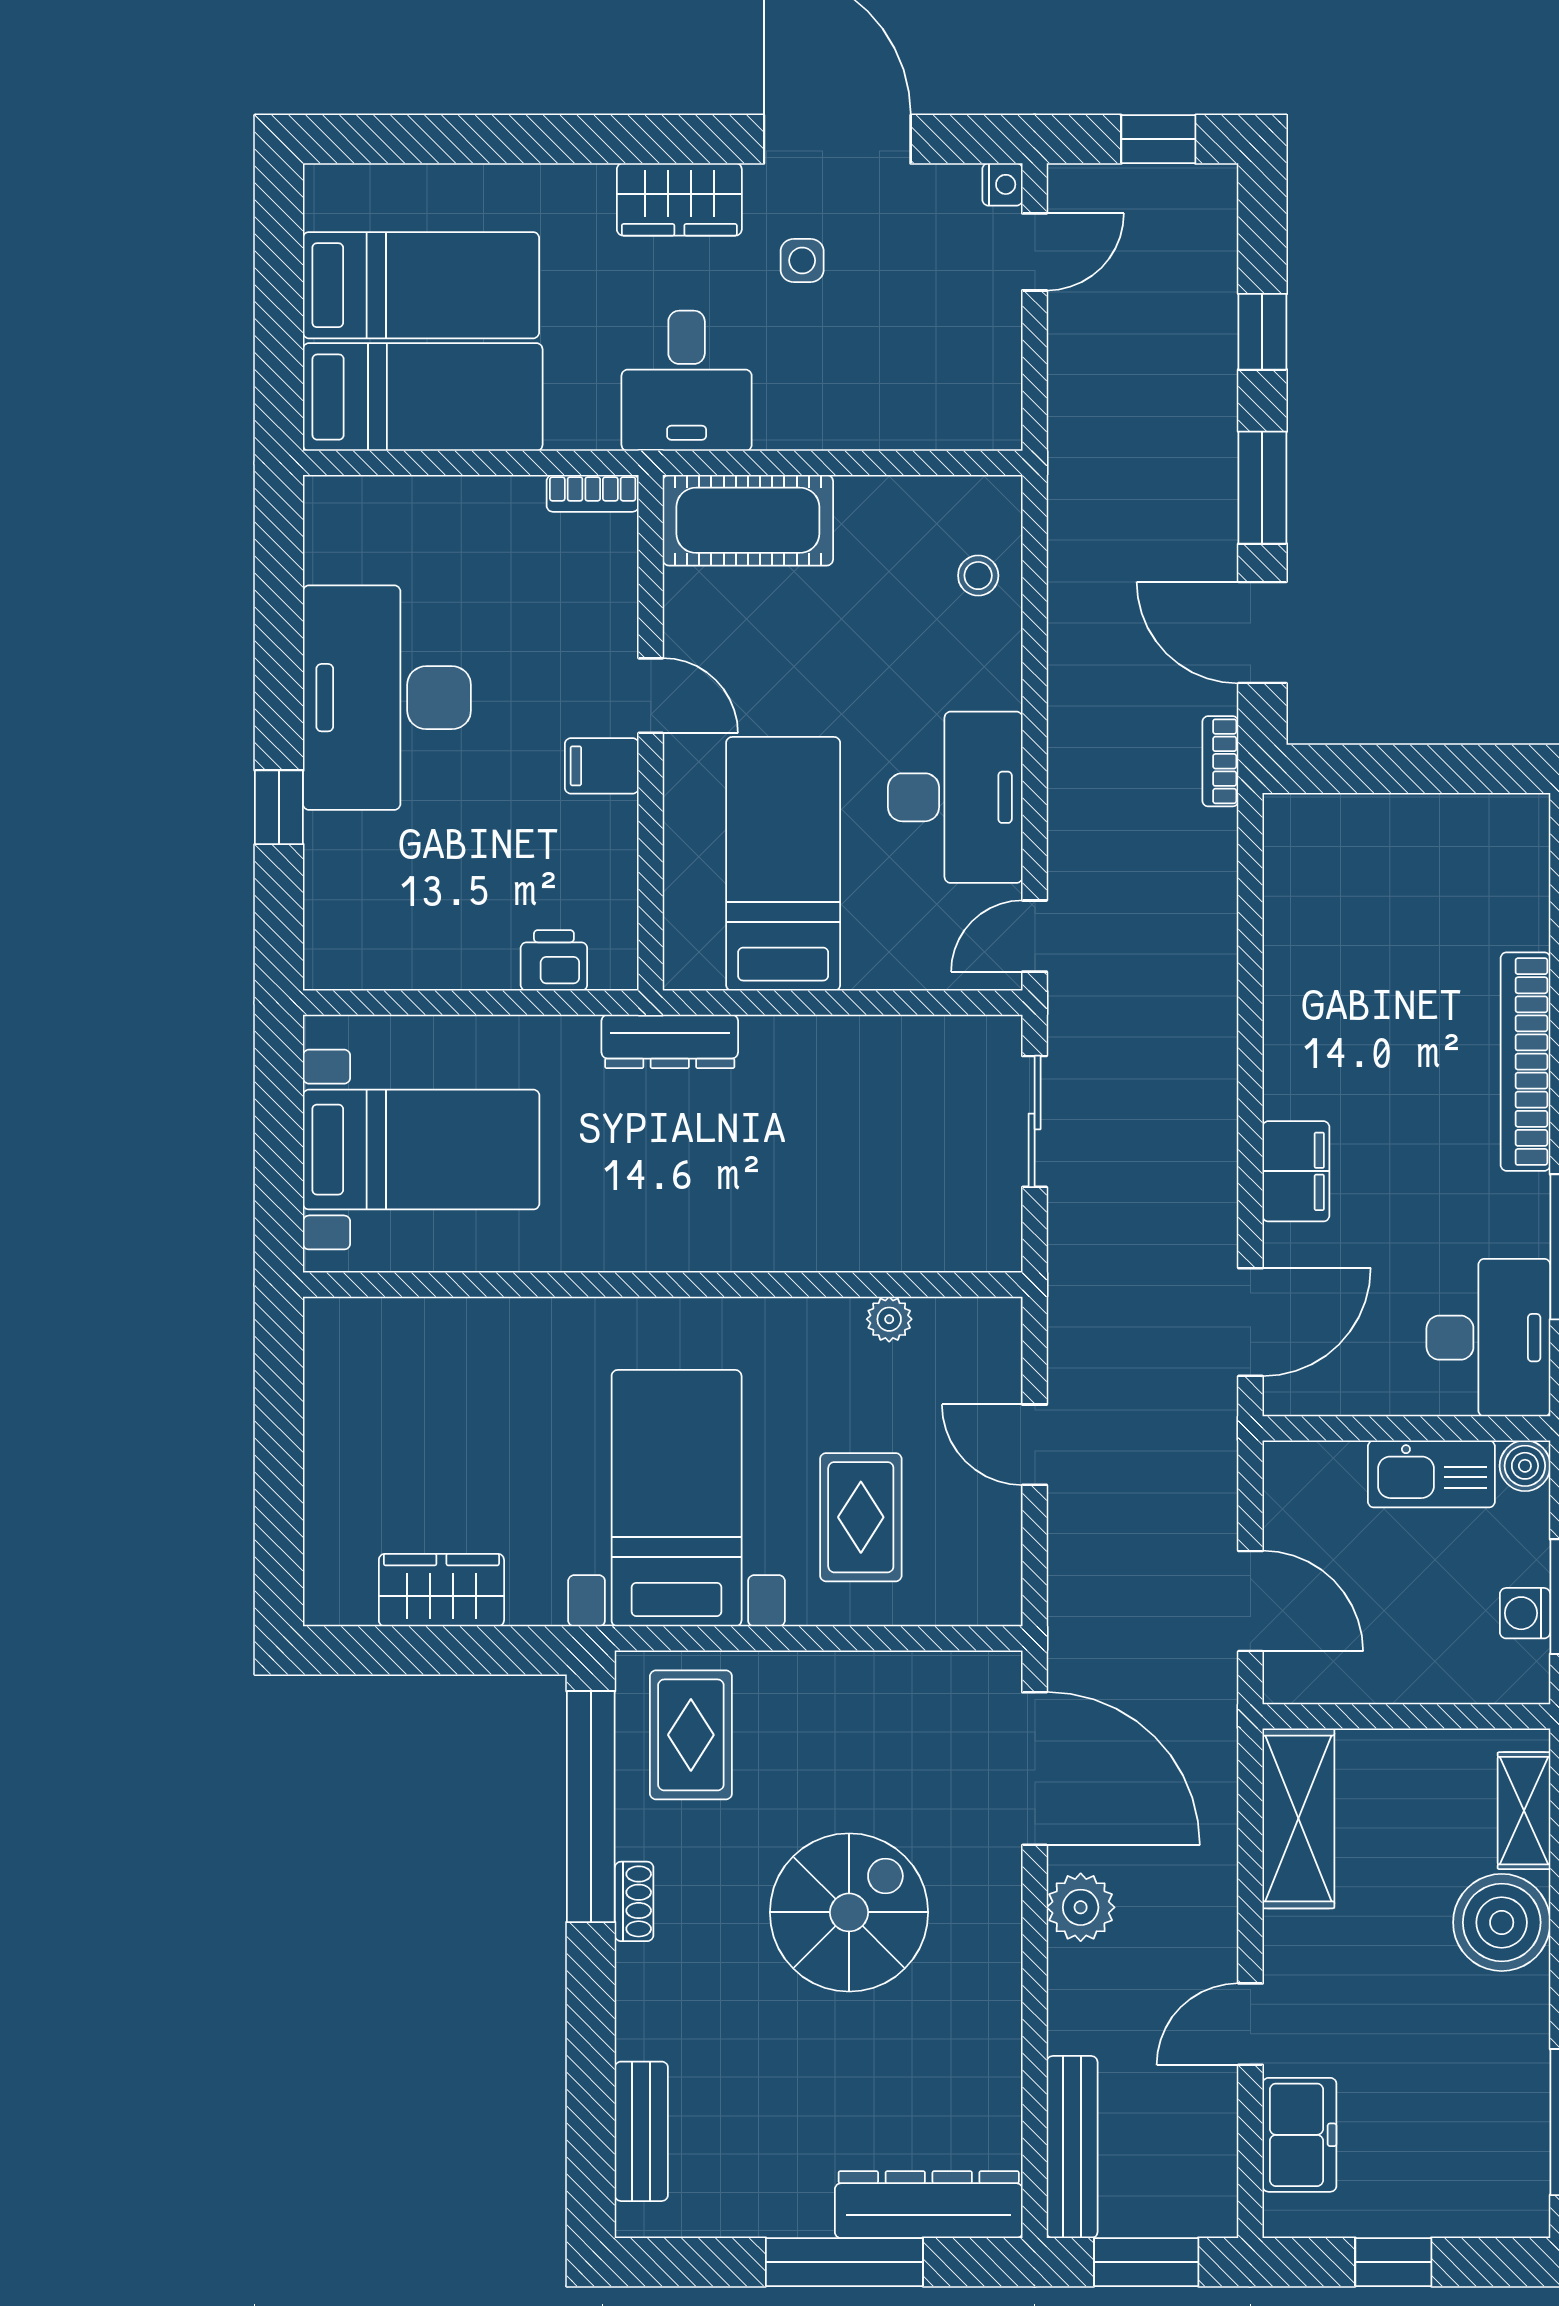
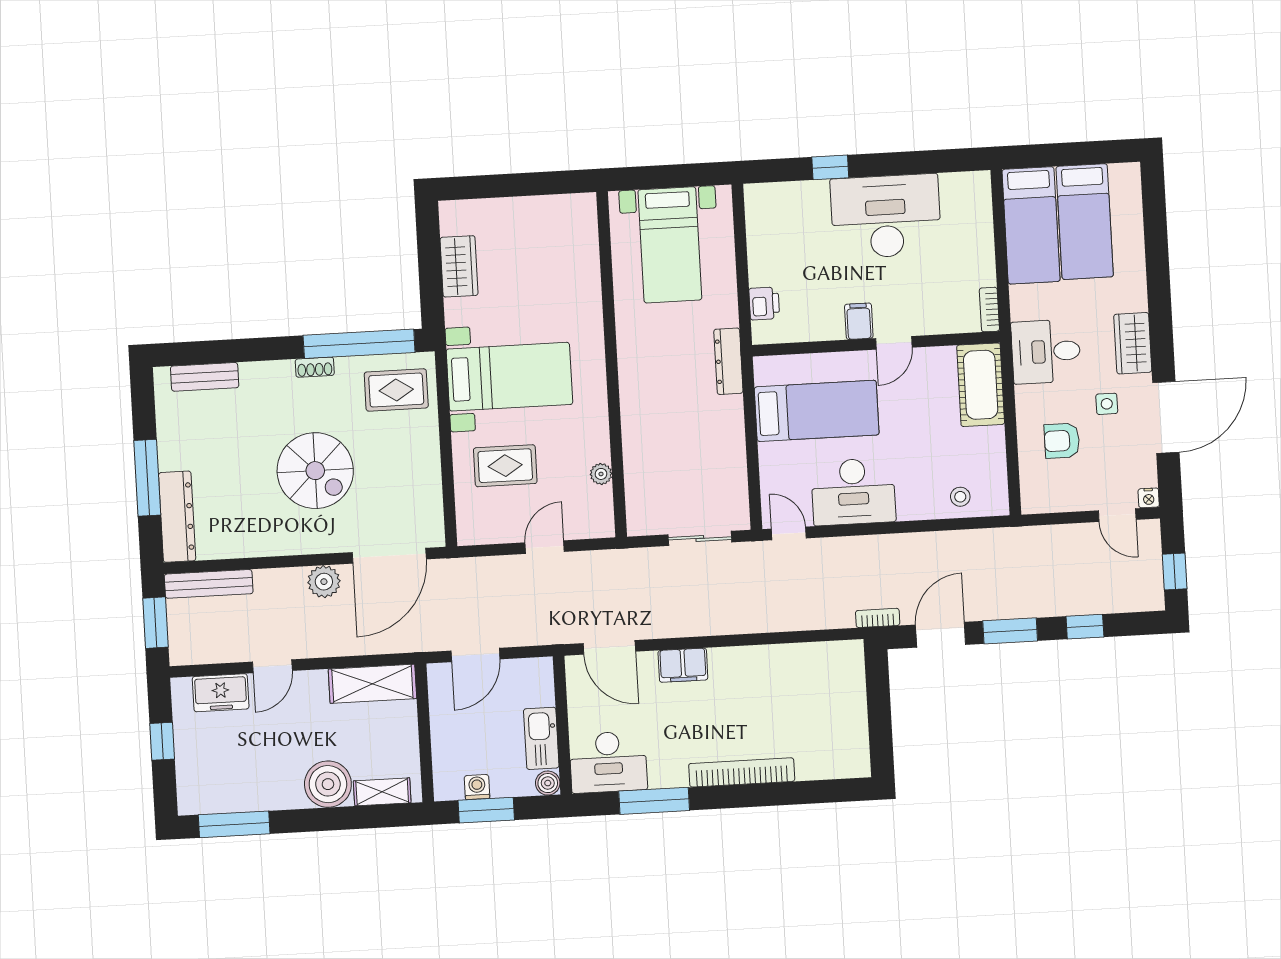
armchair: (874, 358) -> (1062, 441), added
door: (1250, 2024) -> (272, 666), swing flipped

